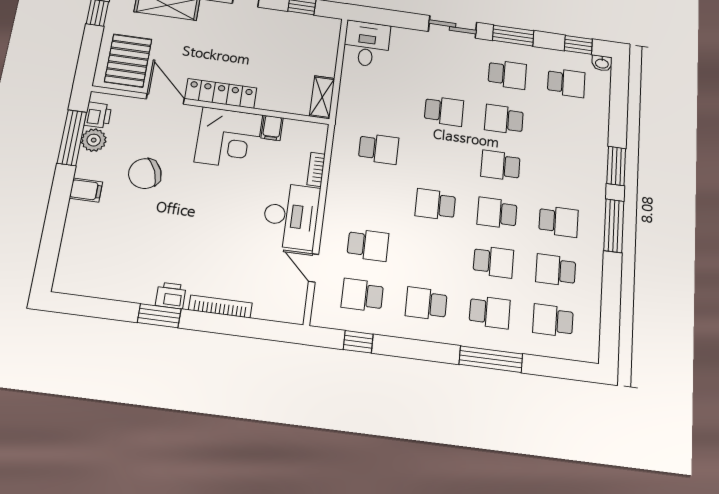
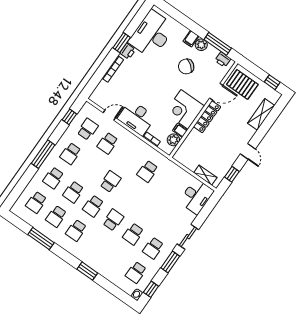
desk: (367, 44) -> (196, 196), width x1.37
shelving: (322, 97) -> (205, 175), moved
school desk: (444, 111) -> (150, 210), removed
school desk: (504, 119) -> (133, 234), turned 180
plant: (296, 131) -> (173, 140), added
plant: (94, 140) -> (201, 45), moved
chair: (145, 174) -> (186, 66), turned -121
school desk: (497, 213) -> (93, 206), turned 180
window: (614, 226) -> (41, 239), moved
desk: (113, 267) -> (152, 34), added
school desk: (556, 270) -> (56, 216), turned 180
school desk: (426, 304) -> (70, 154), turned 180
school desk: (553, 320) -> (36, 202), turned 180
window: (491, 359) -> (43, 154), moved

